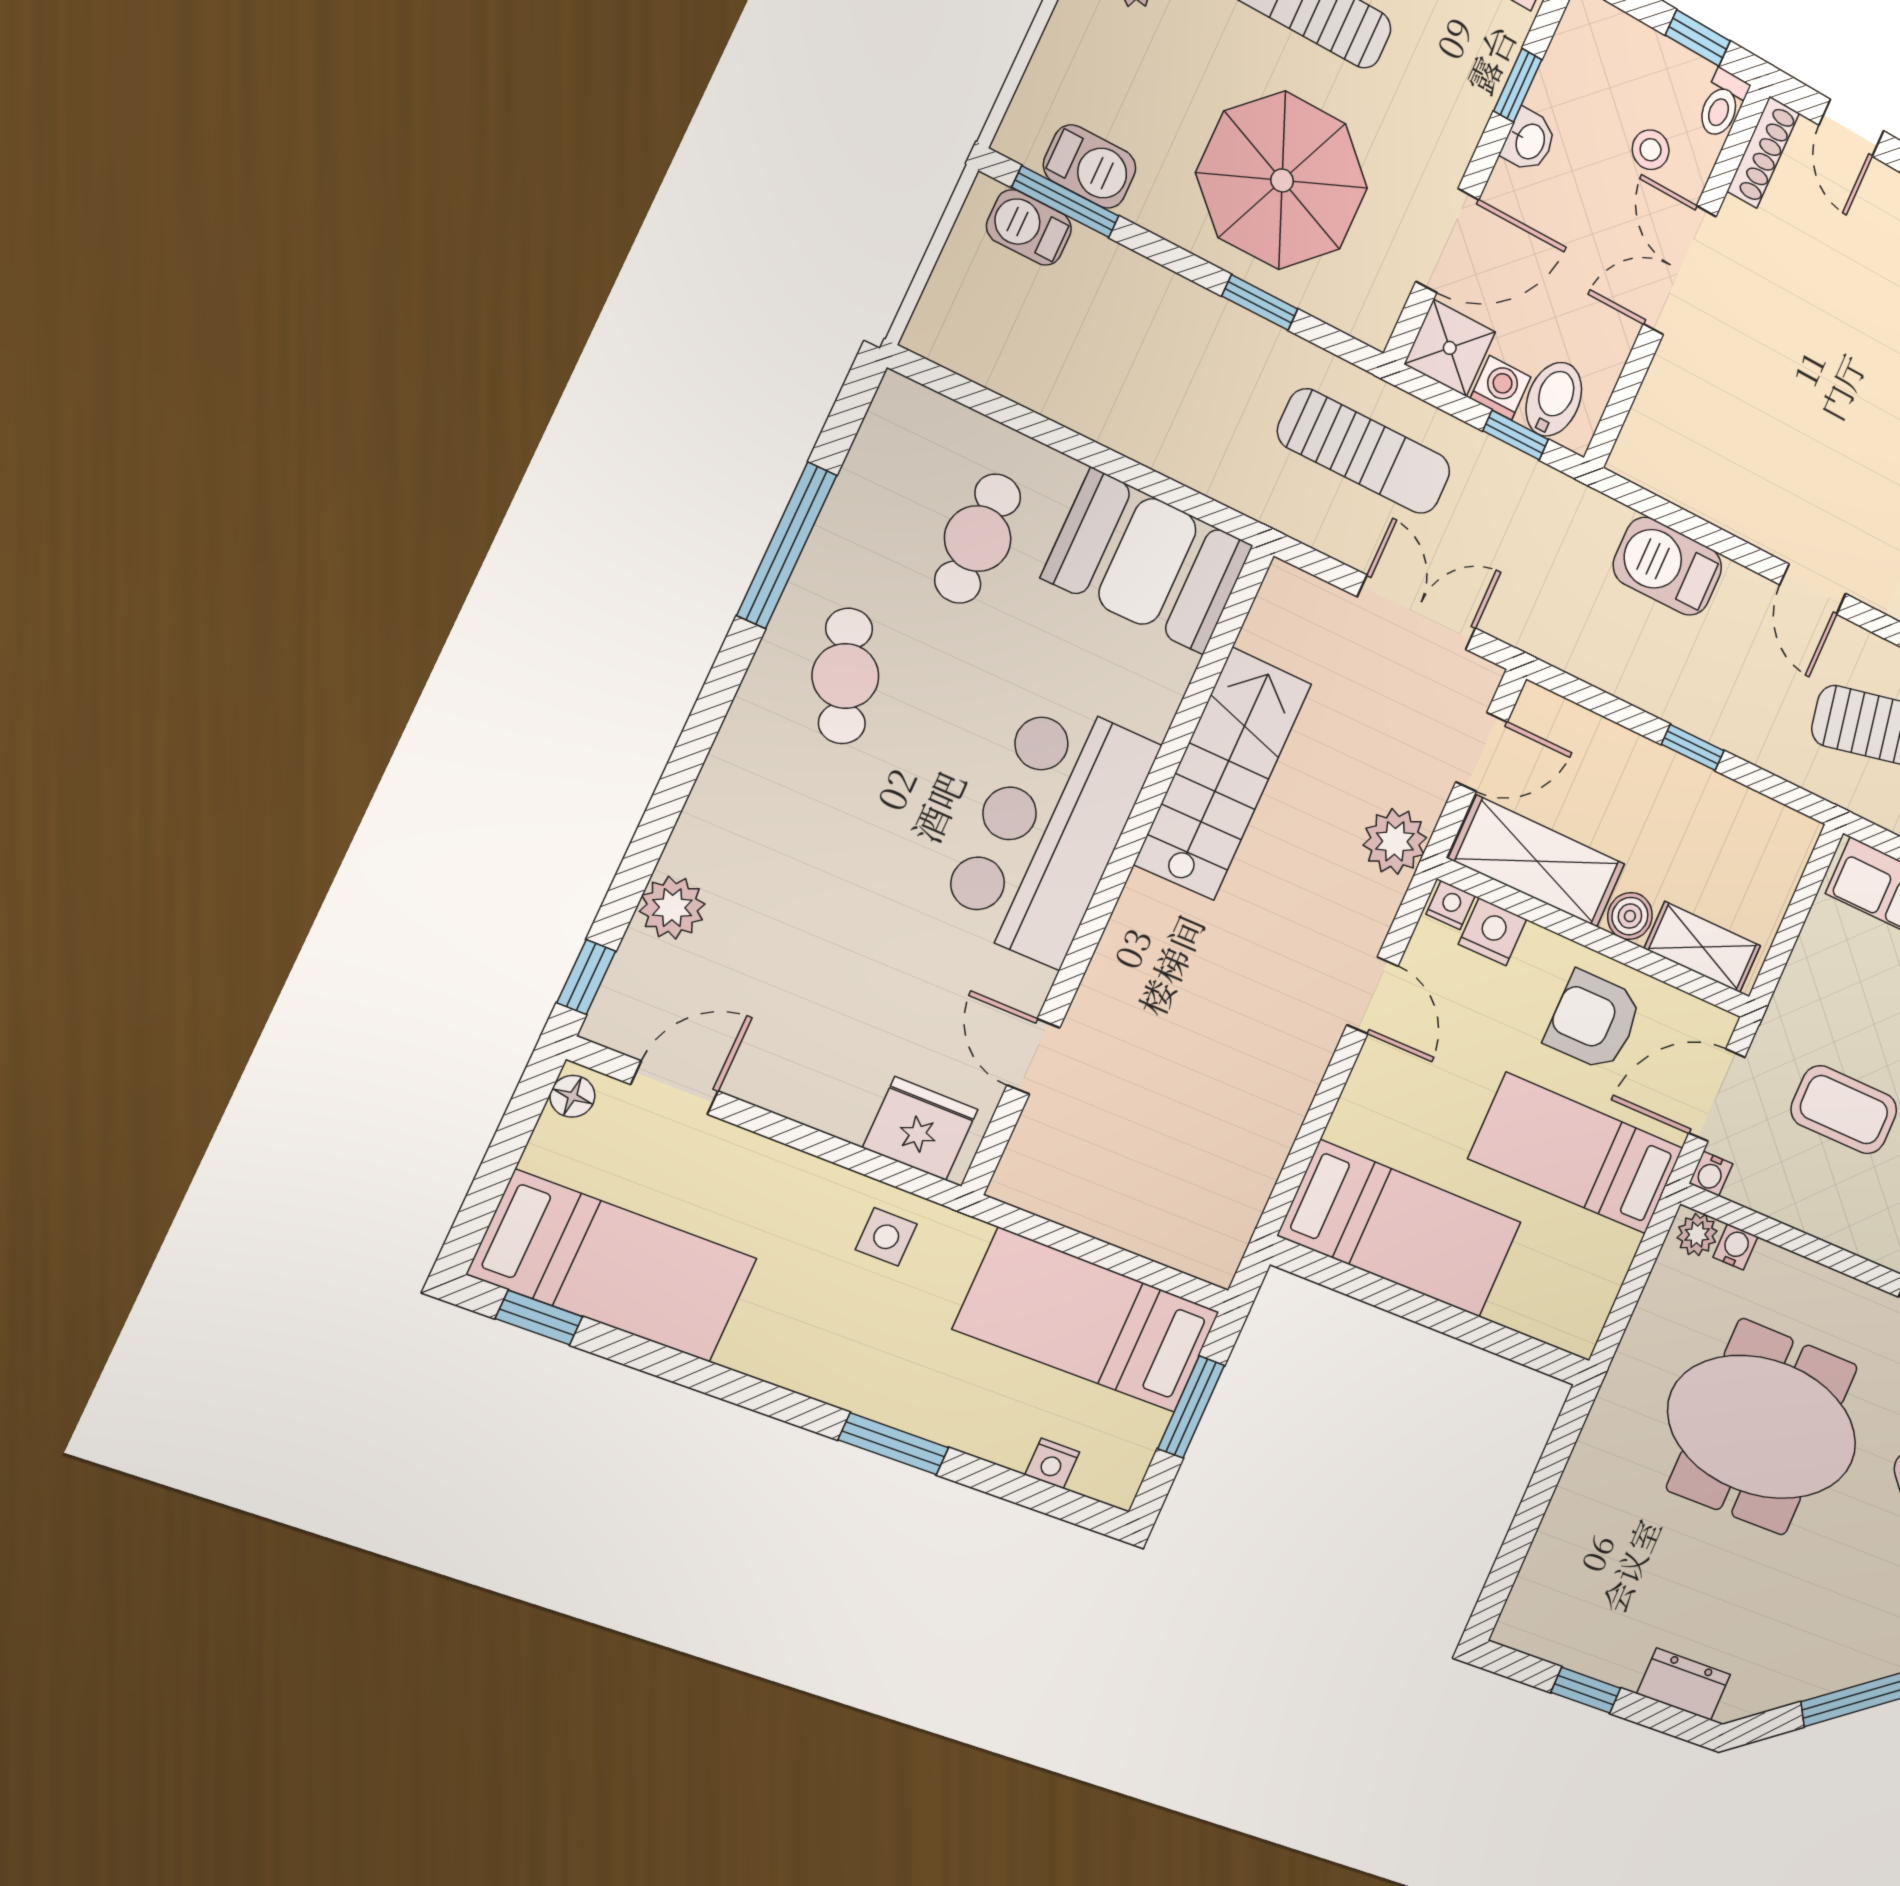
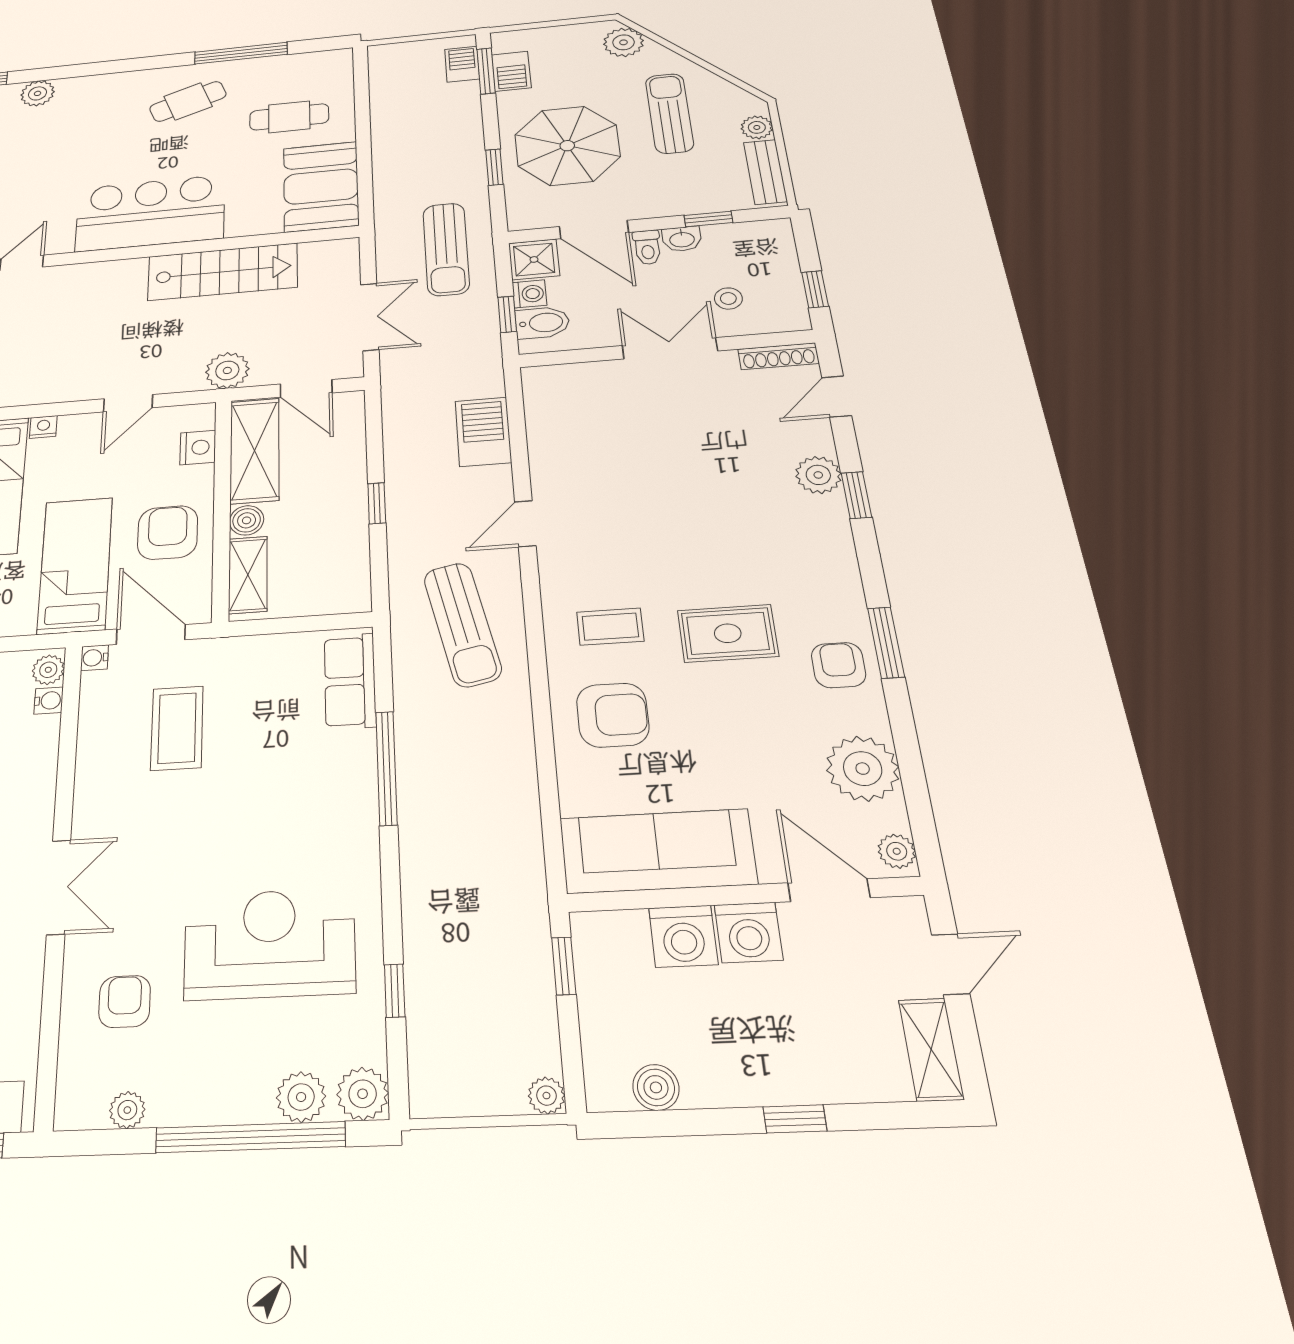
toilet: (1722, 104) -> (647, 247), moved, turned -90
nightstand: (1451, 905) -> (43, 427), moved, turned -90

